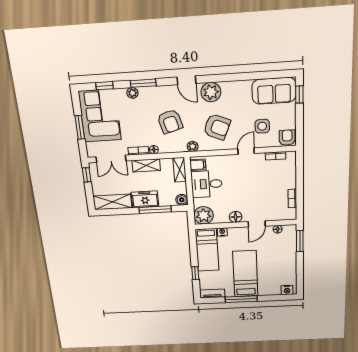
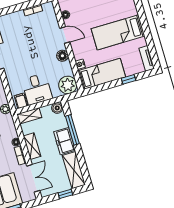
window: (87, 175) -> (65, 194), moved
window: (241, 299) -> (146, 29), removed

